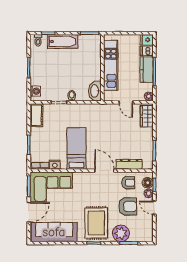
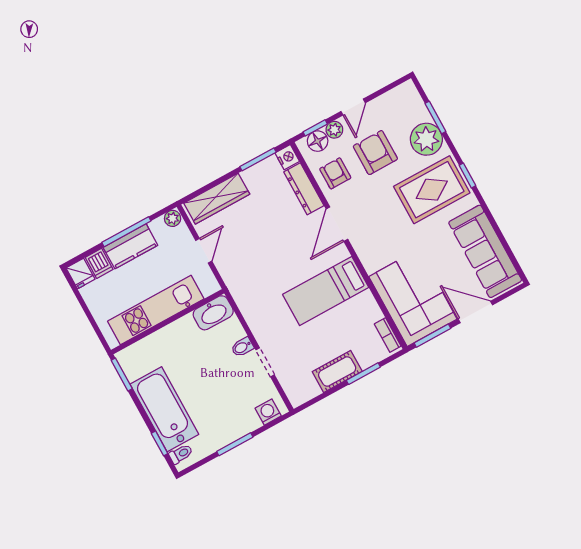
bathtub: (63, 41) -> (164, 409), width x1.36, depth x1.36
cot: (36, 115) -> (337, 372), moved
wardrobe: (147, 116) -> (217, 199), width x1.50
nightstand: (55, 165) -> (287, 157), moved

